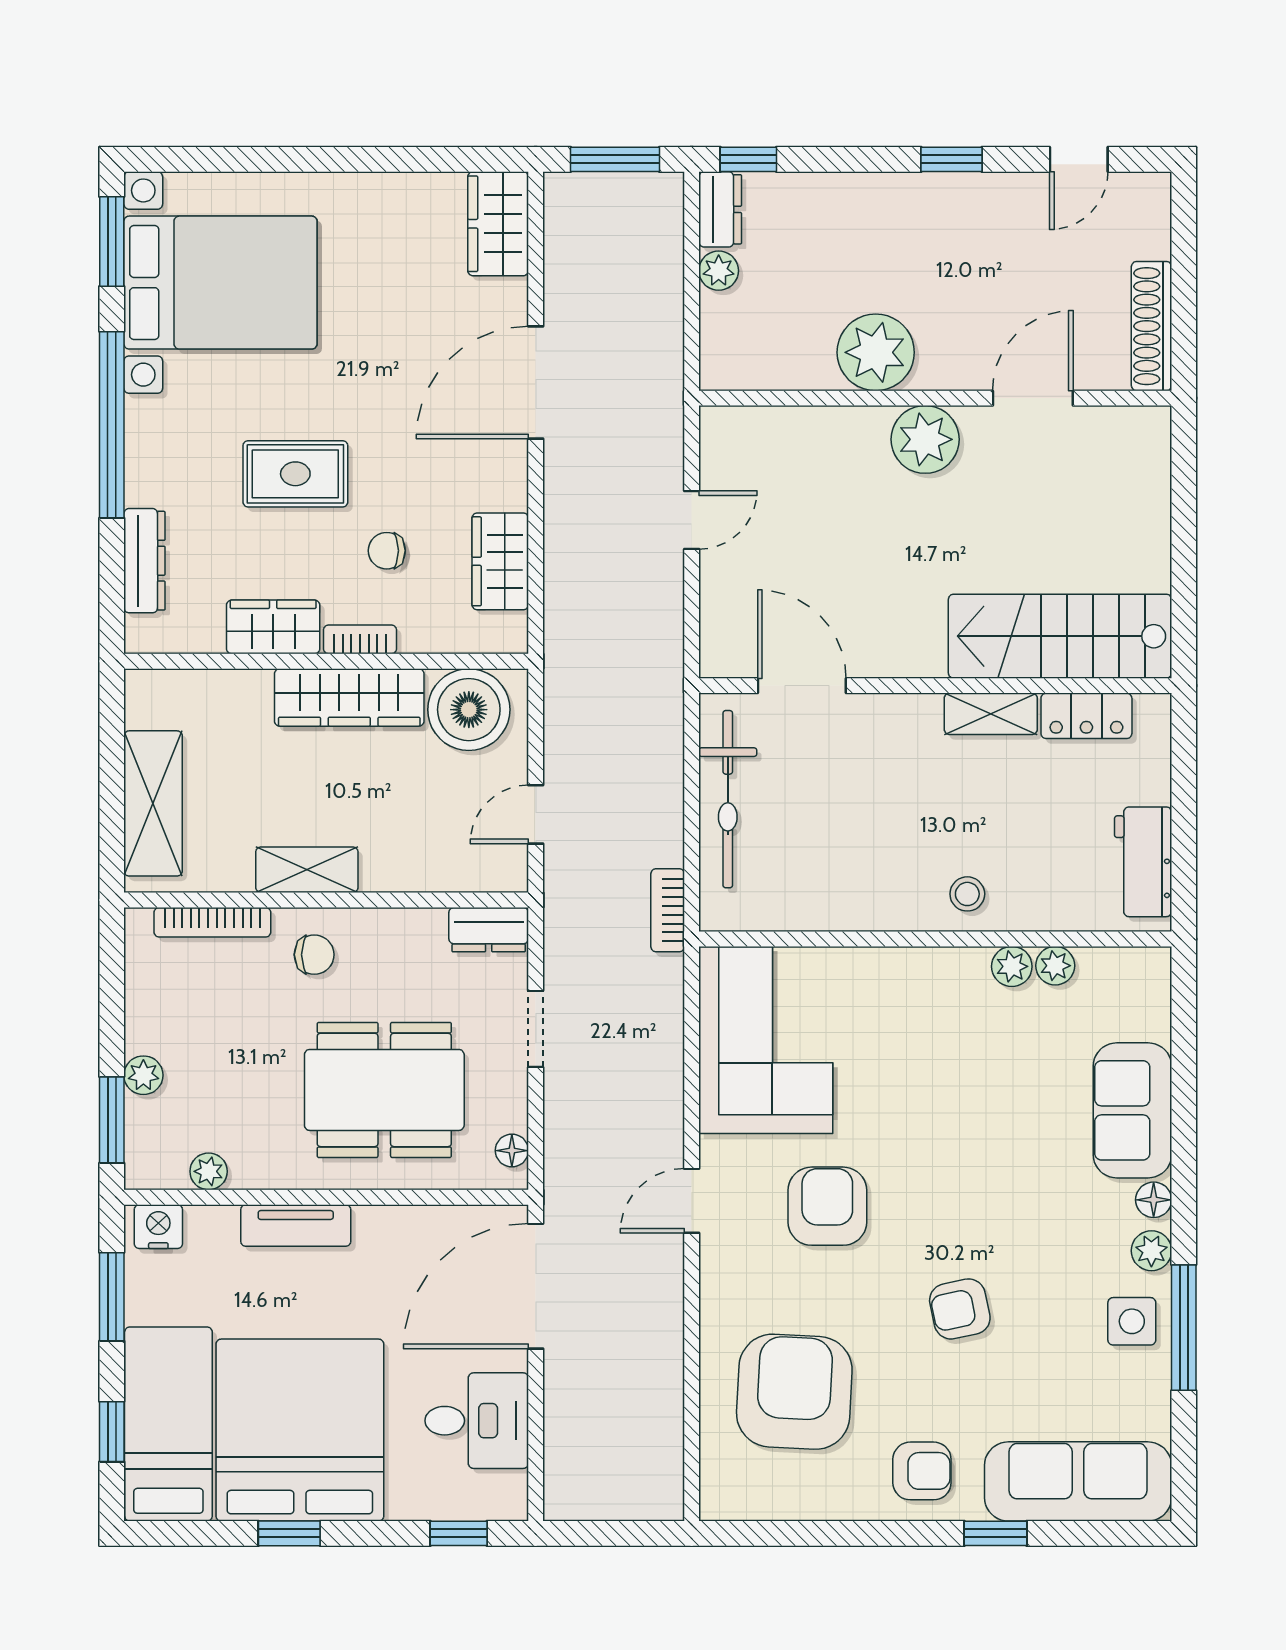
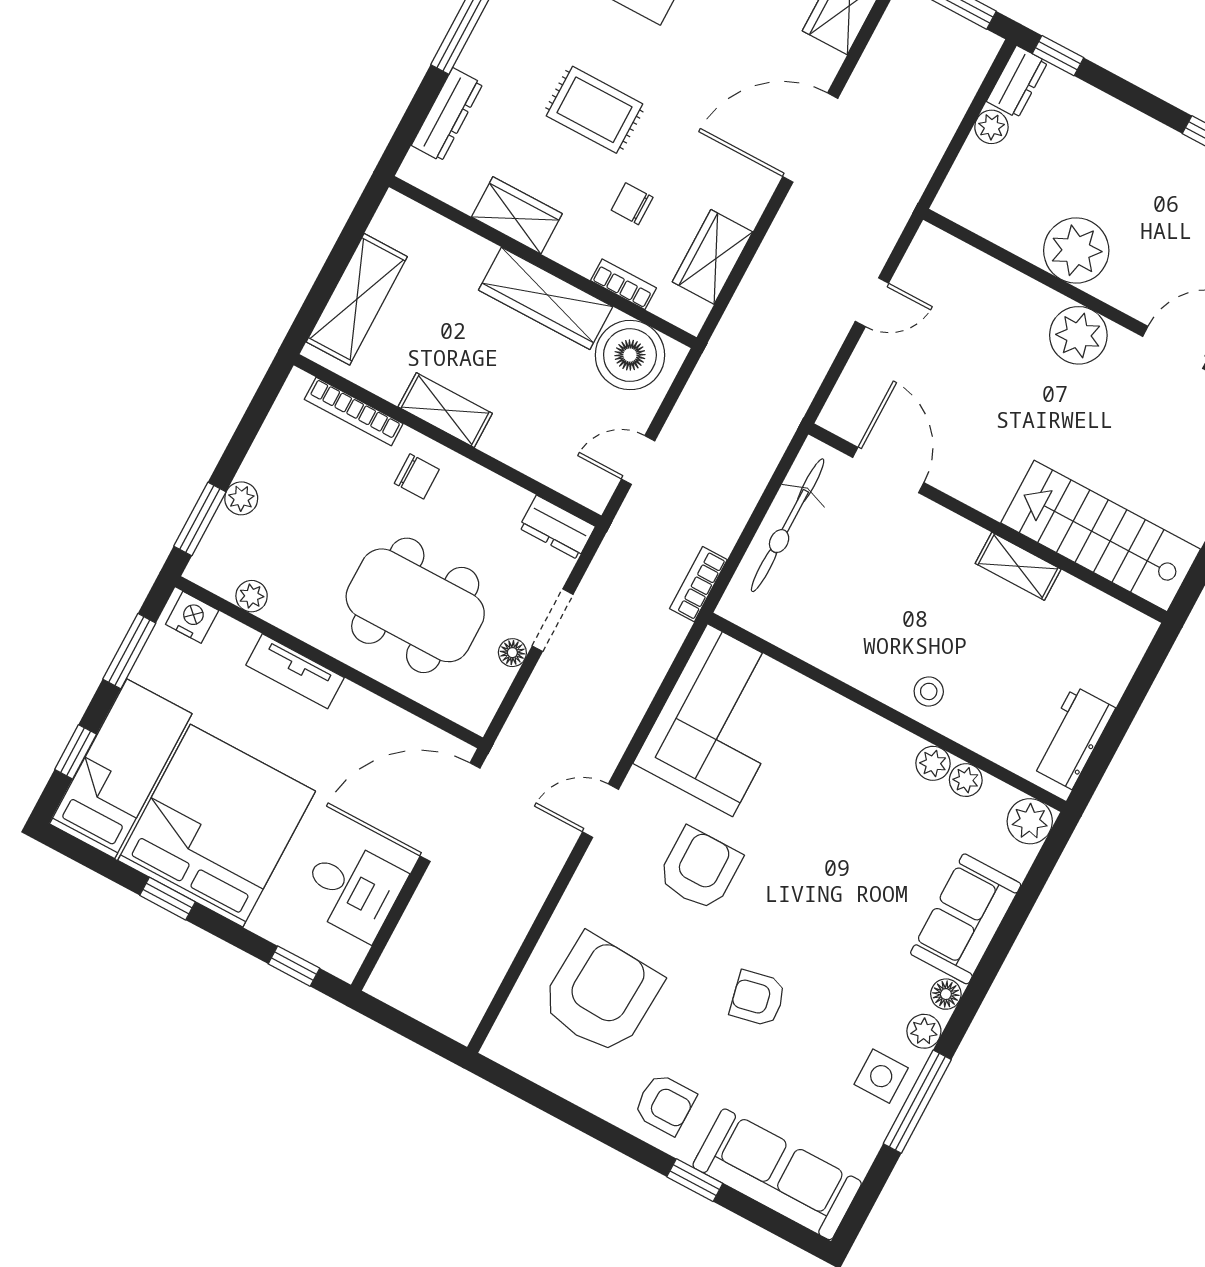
bookcase: (360, 639) -> (623, 284), moved
locker: (1086, 716) -> (1089, 606), removed
plant: (1145, 973) -> (1030, 821), added
floor lamp: (512, 1151) -> (512, 653), moved

